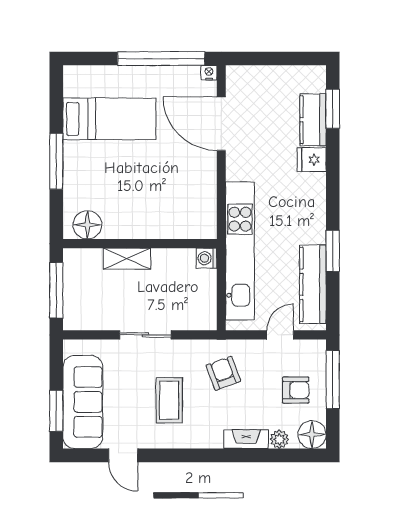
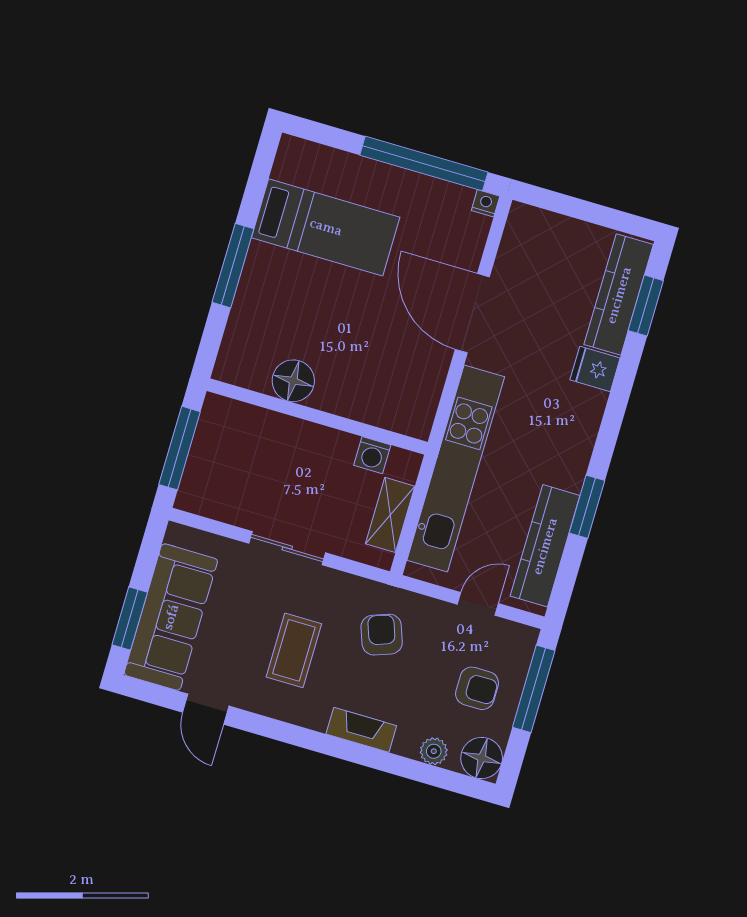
kitchen counter: (313, 120) -> (619, 295), width x1.50
door: (221, 124) -> (472, 313), moved
floor lamp: (87, 225) -> (293, 381), moved
washing machine: (207, 258) -> (372, 455), moved, turned -90
shelving: (127, 259) -> (390, 515), moved, turned 90
fireplace: (246, 439) -> (361, 730), moved

